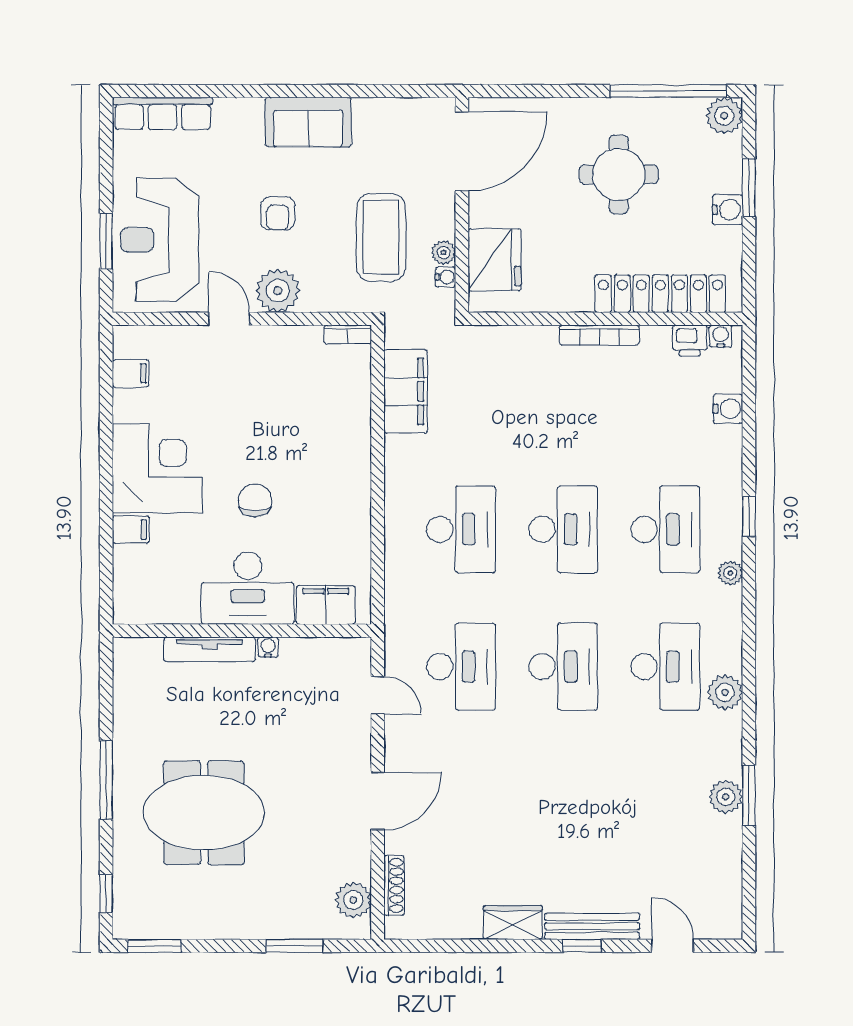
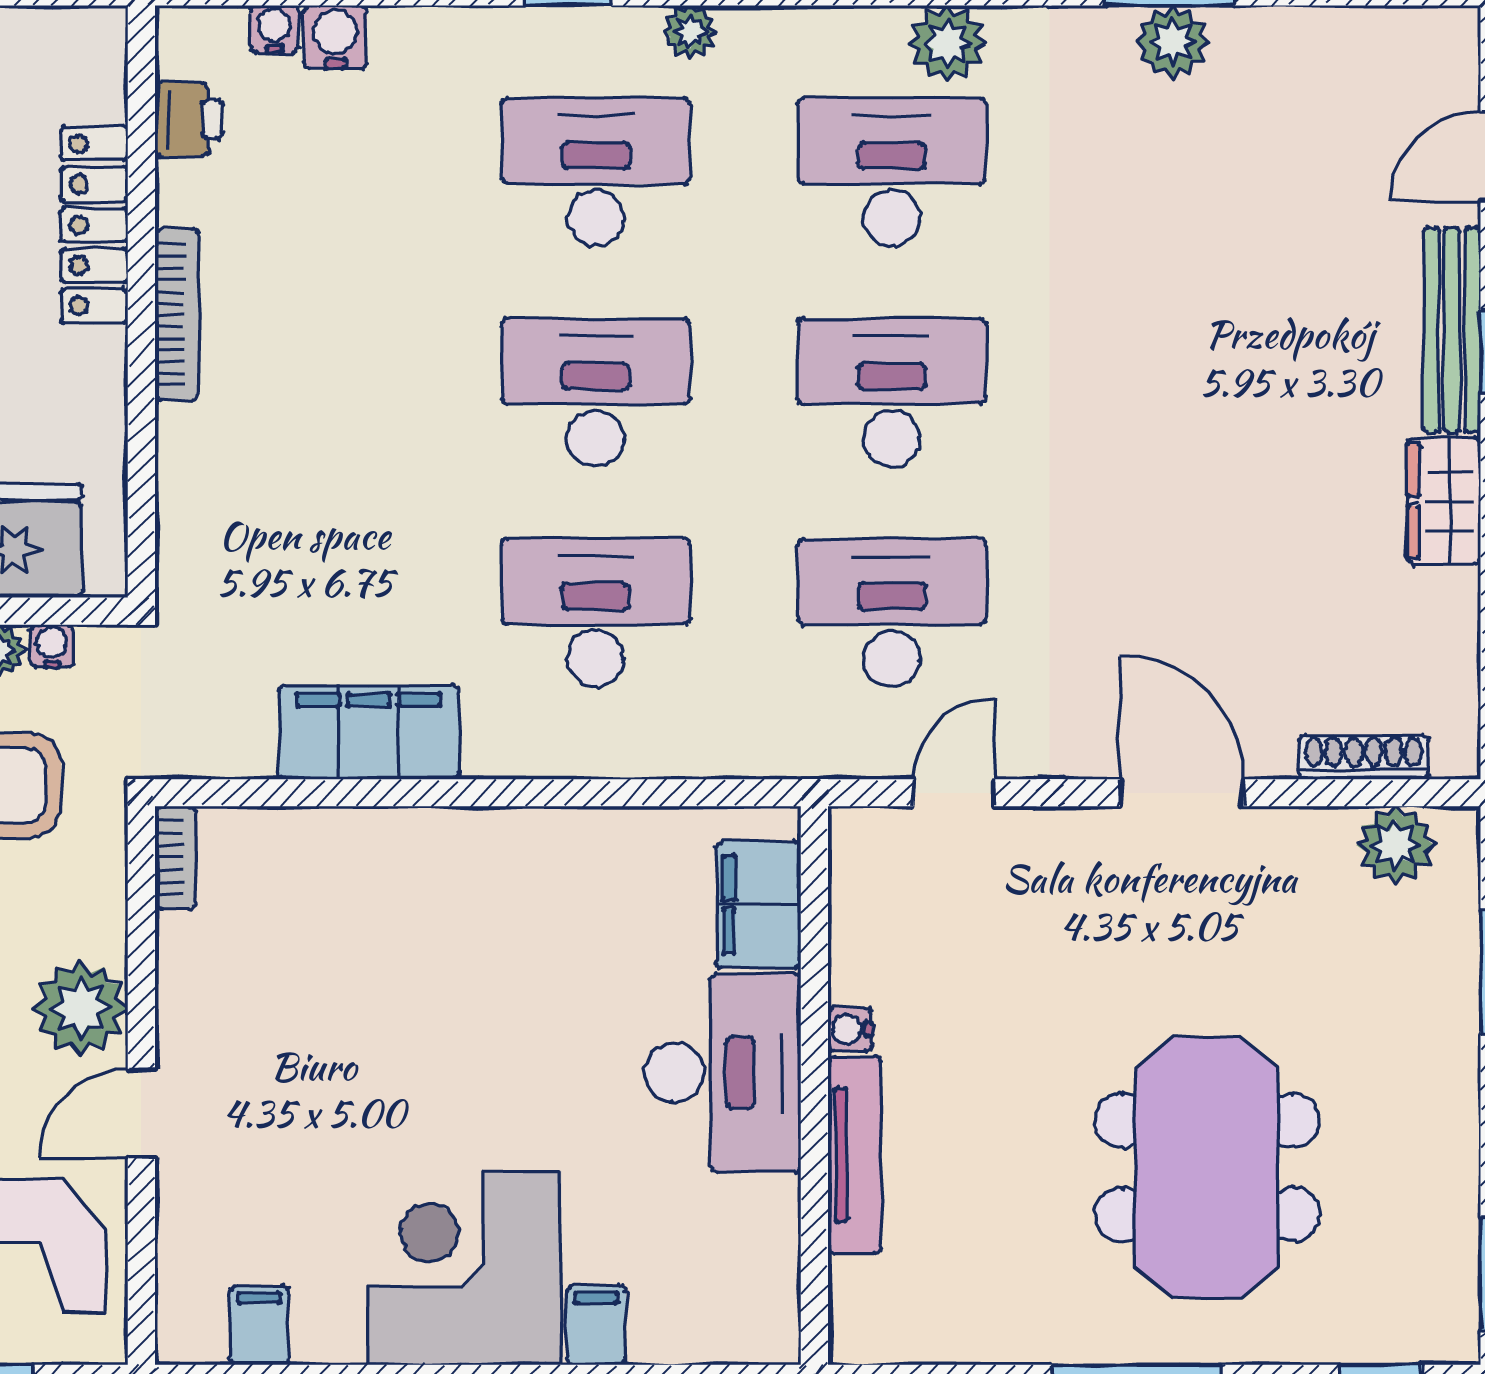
locker: (660, 294) -> (94, 225), width x0.71, depth x0.83
water cooler: (721, 336) -> (274, 29), moved, turned 90
filing cabinet: (406, 391) -> (369, 733), moved
chair: (255, 500) -> (533, 1057), removed

